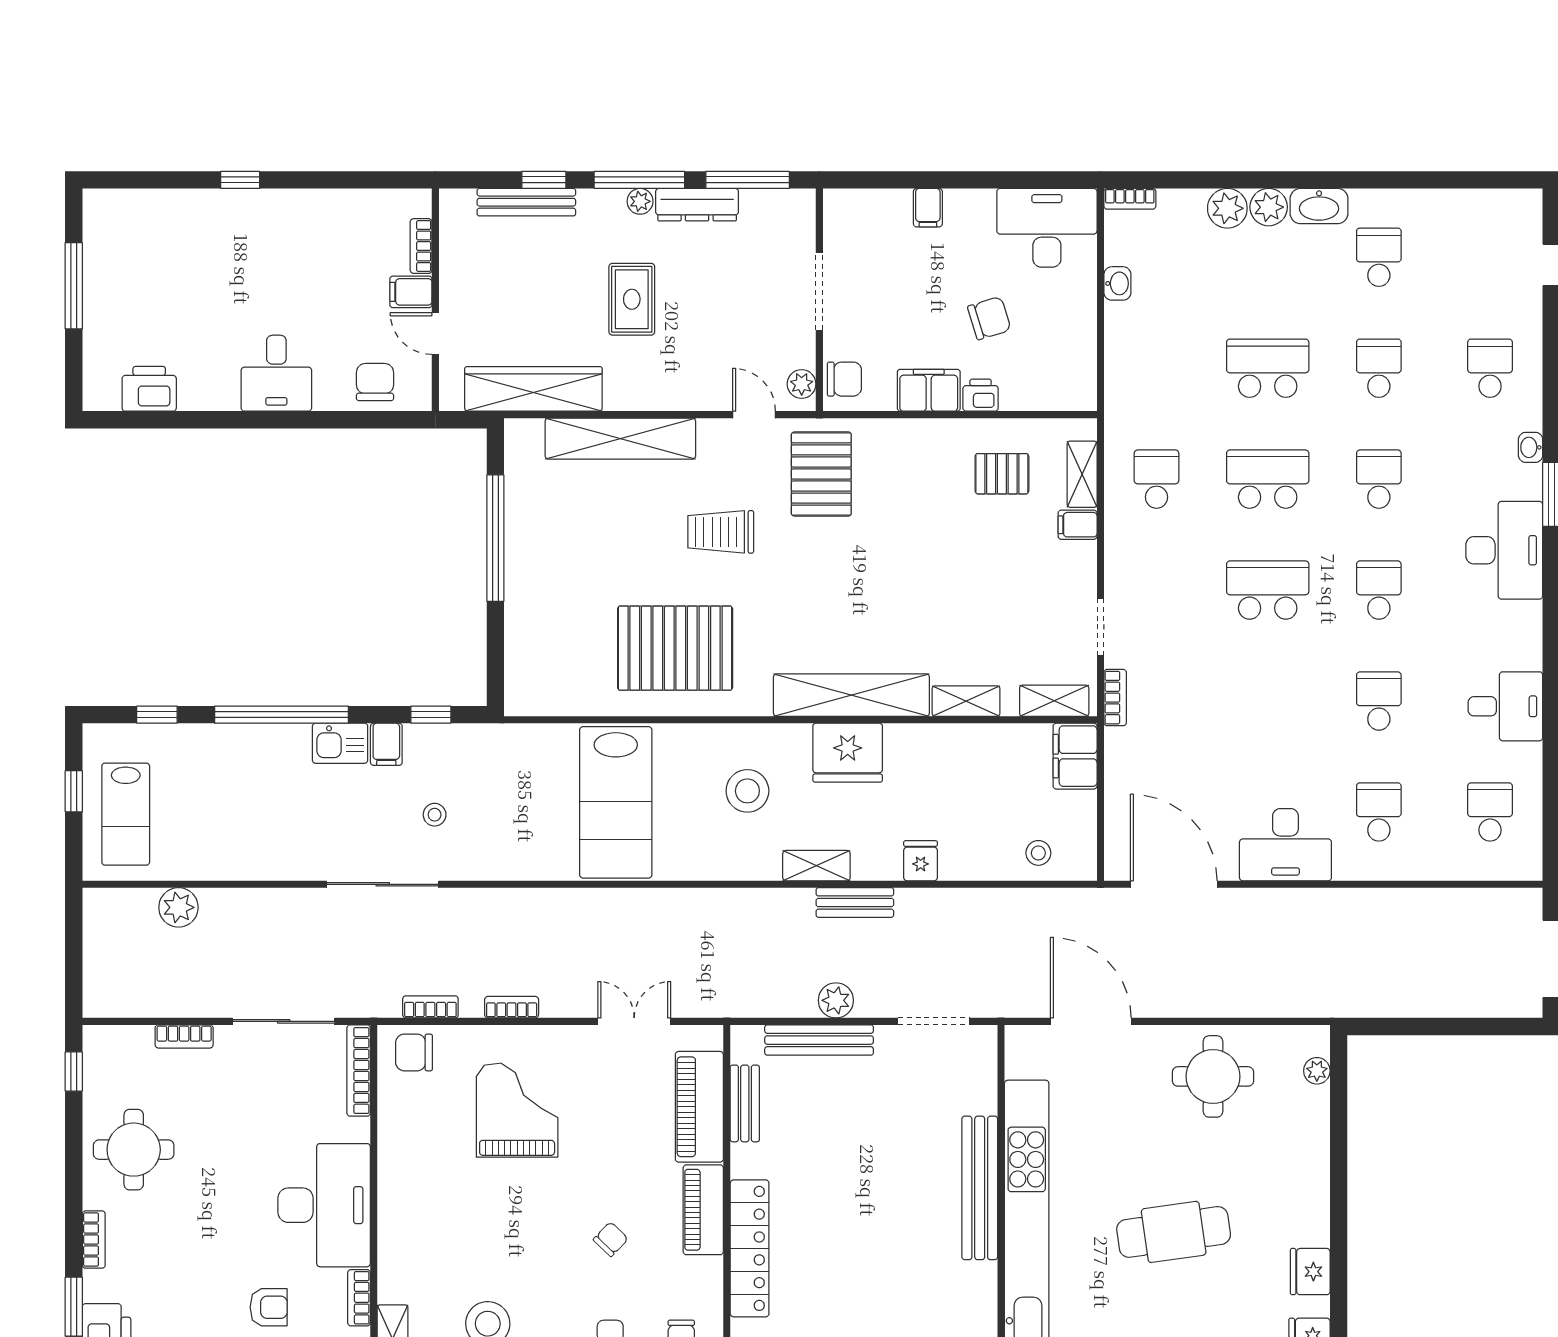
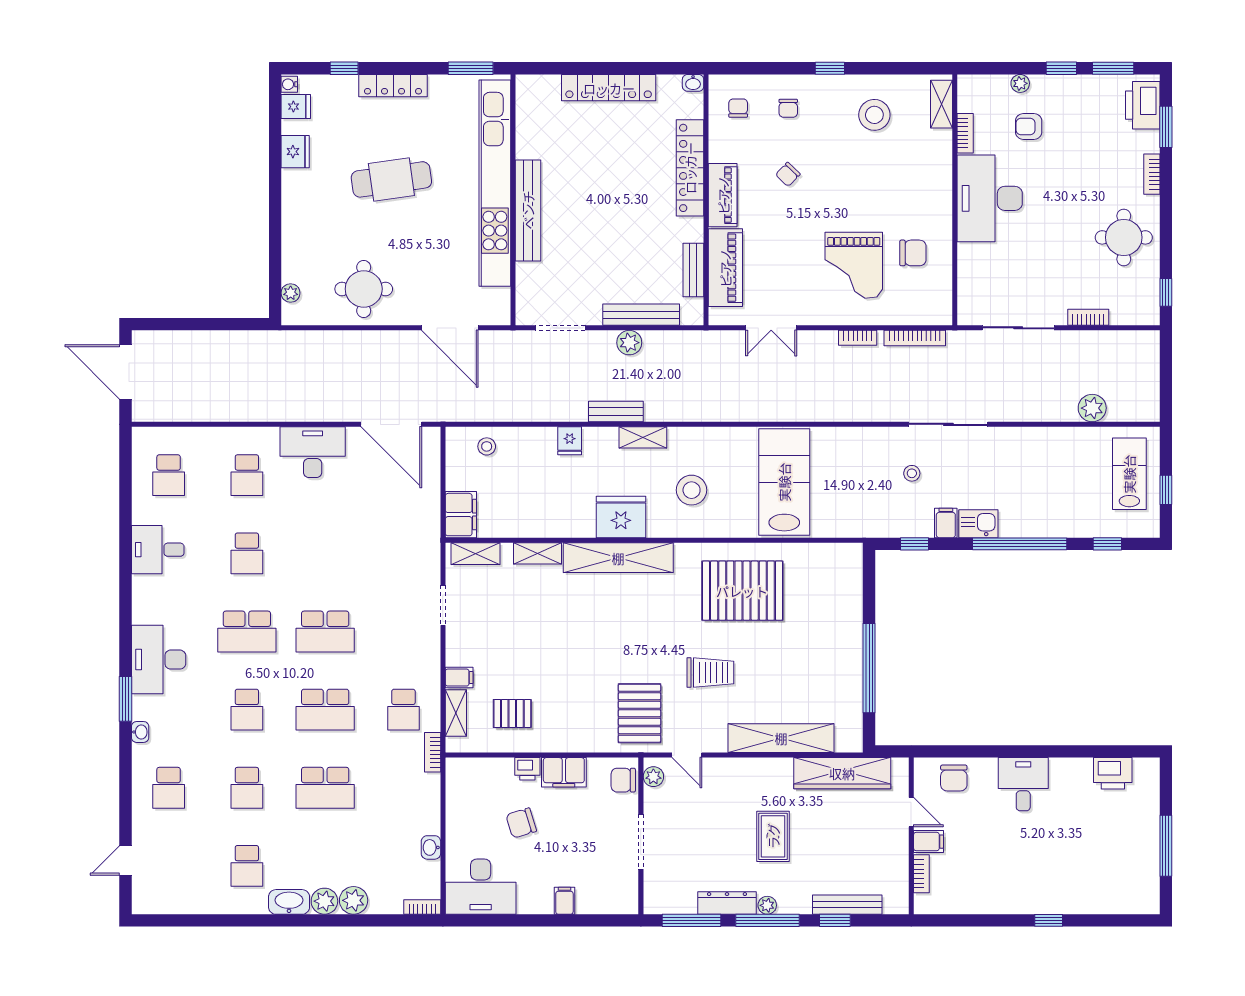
school desk: (1379, 590) -> (247, 631), width x1.85
bookcase: (1115, 698) -> (433, 752), moved
bookcase: (430, 1007) -> (915, 338), width x1.56
chair: (414, 1052) -> (913, 253), moved
bookcase: (359, 1070) -> (965, 293), removed

